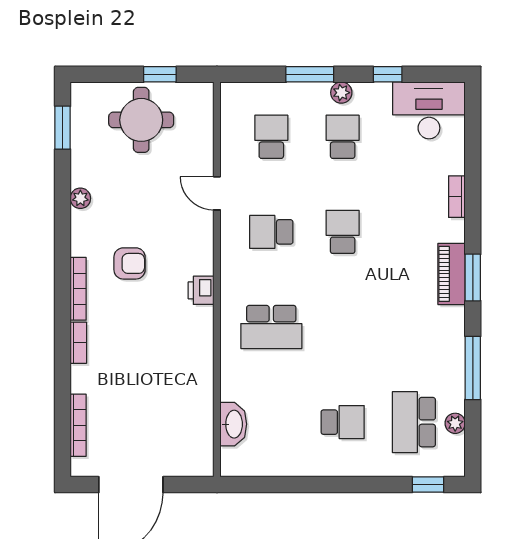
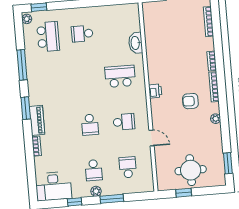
school desk: (271, 137) -> (128, 167), turned 180
plant: (80, 198) -> (216, 119), moved
piano: (452, 274) -> (37, 120), moved
plant: (455, 423) -> (27, 19), moved
washbasin: (233, 424) -> (136, 43), moved

